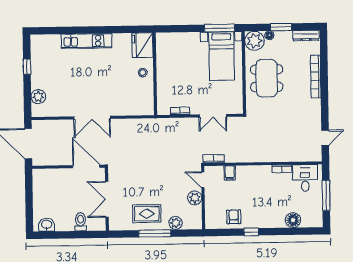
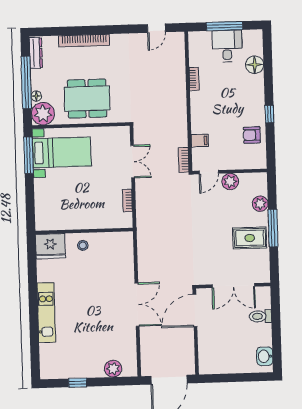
window: (281, 27) -> (26, 83), width x2.11
door: (325, 138) -> (156, 28), swing flipped
desk: (305, 178) -> (227, 46), moved, turned 90
rug: (147, 214) -> (250, 238), turned 90

